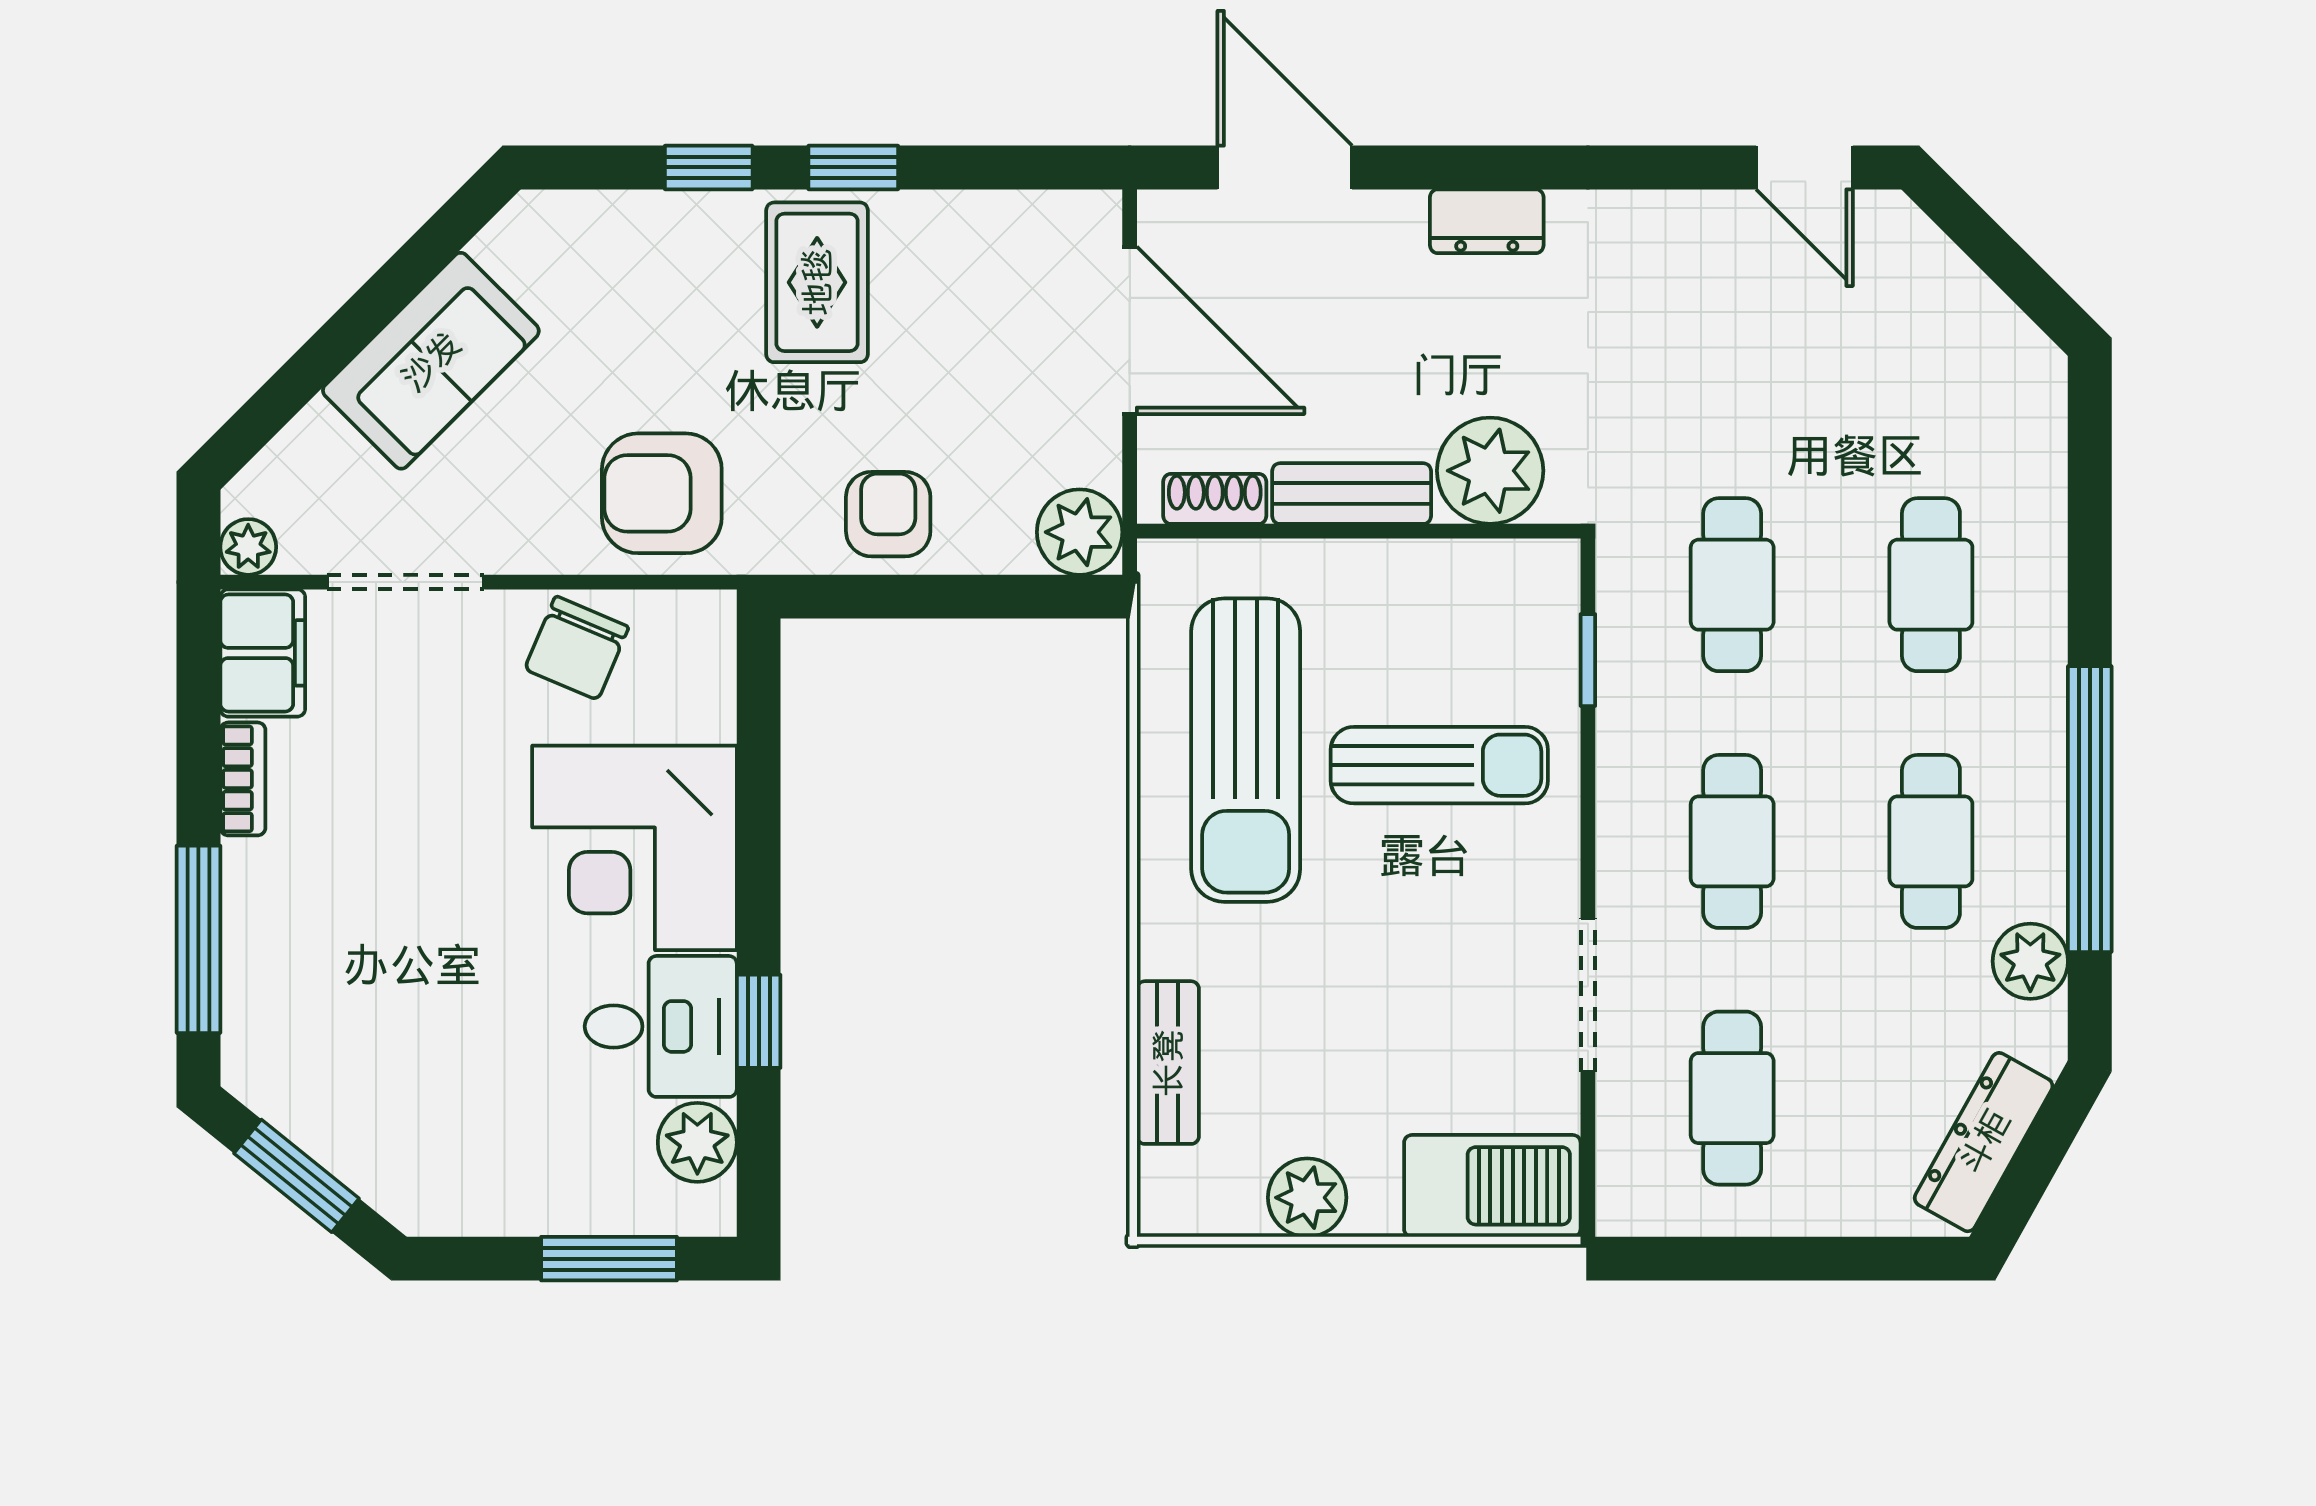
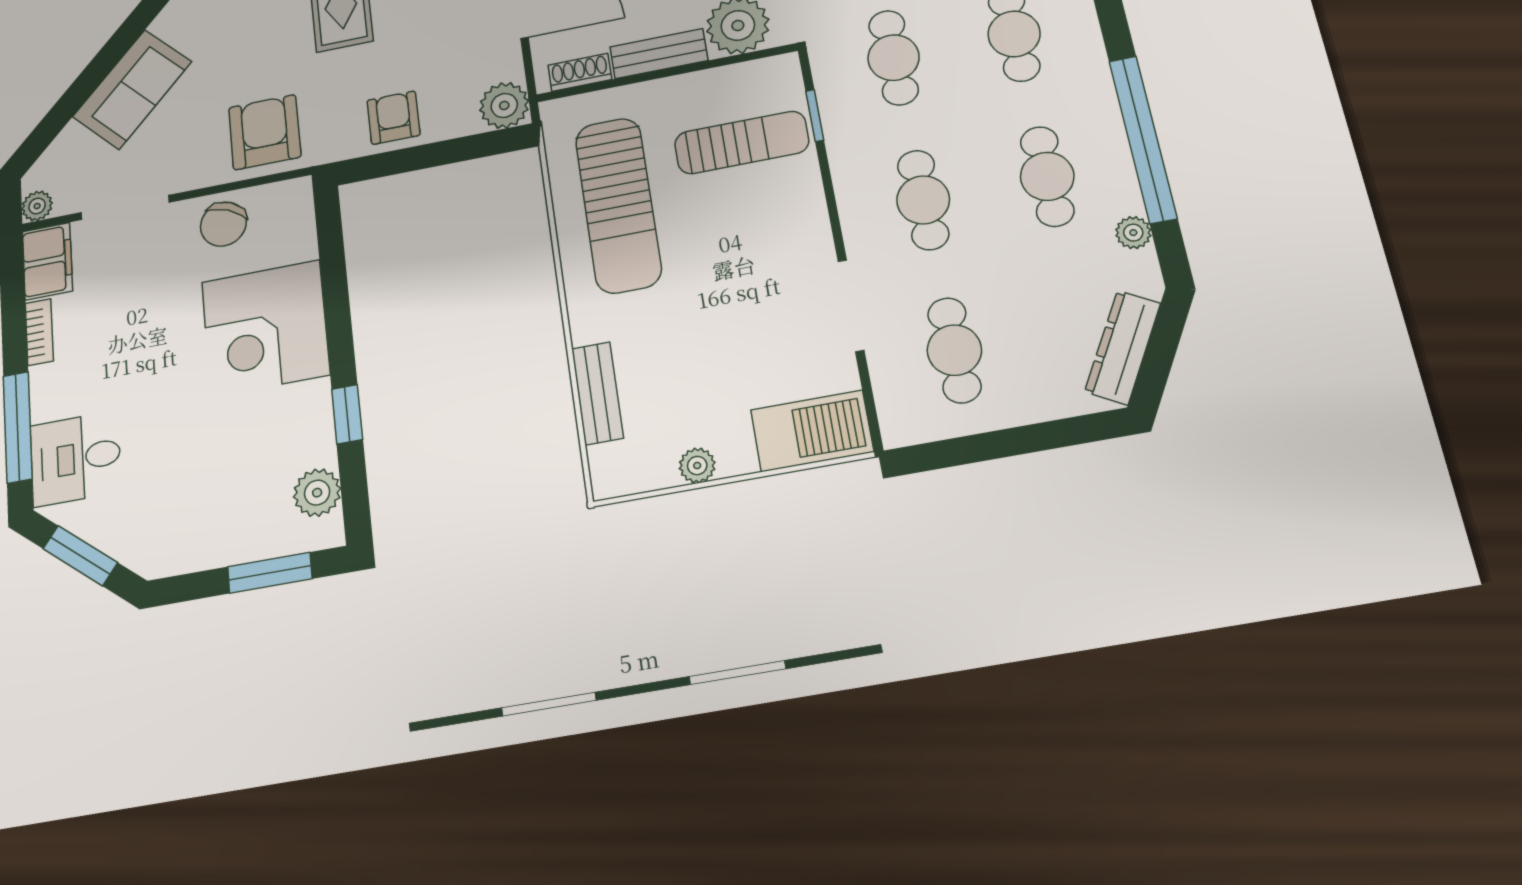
armchair: (662, 493) -> (265, 132), turned 90
sun lounger: (1439, 765) -> (742, 142), moved
plant: (2030, 961) -> (1133, 233), width x0.73, depth x0.73
desk: (661, 1026) -> (76, 459), moved, turned 180
plant: (1307, 1198) -> (697, 465), width x0.73, depth x0.73

